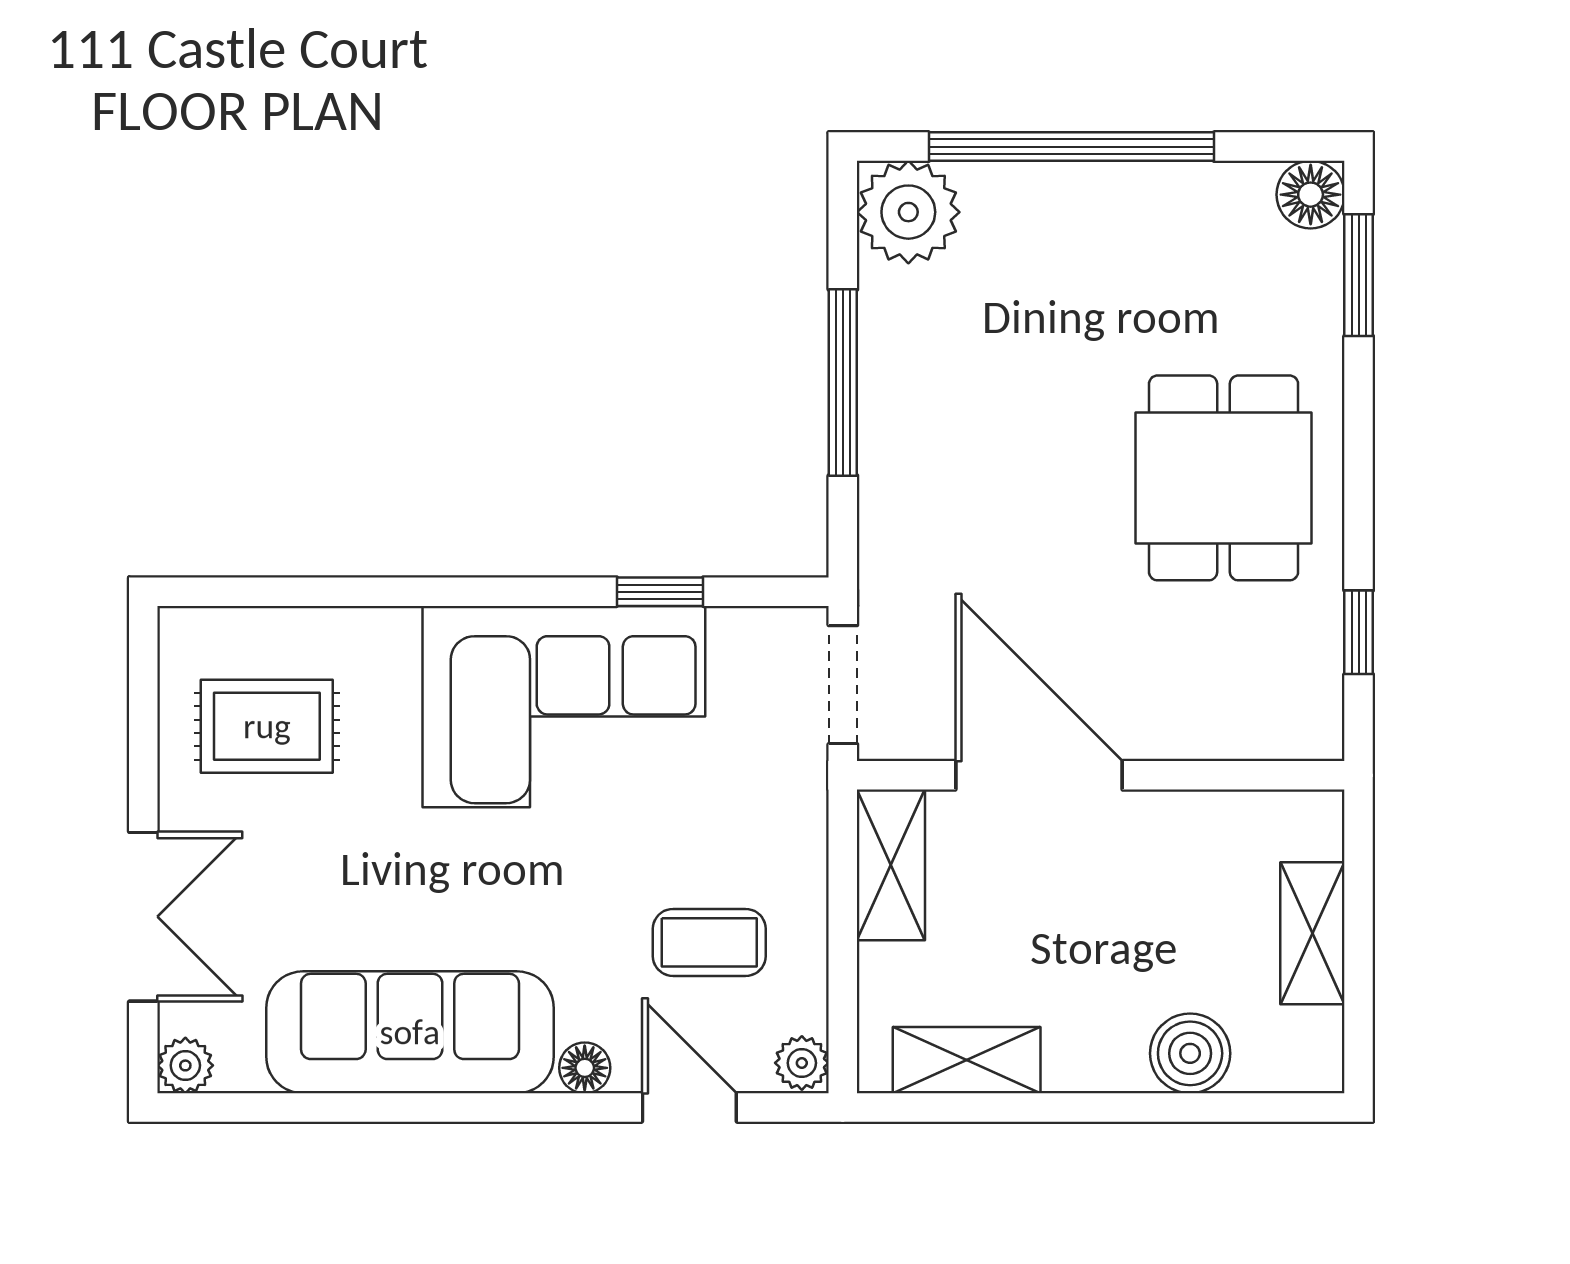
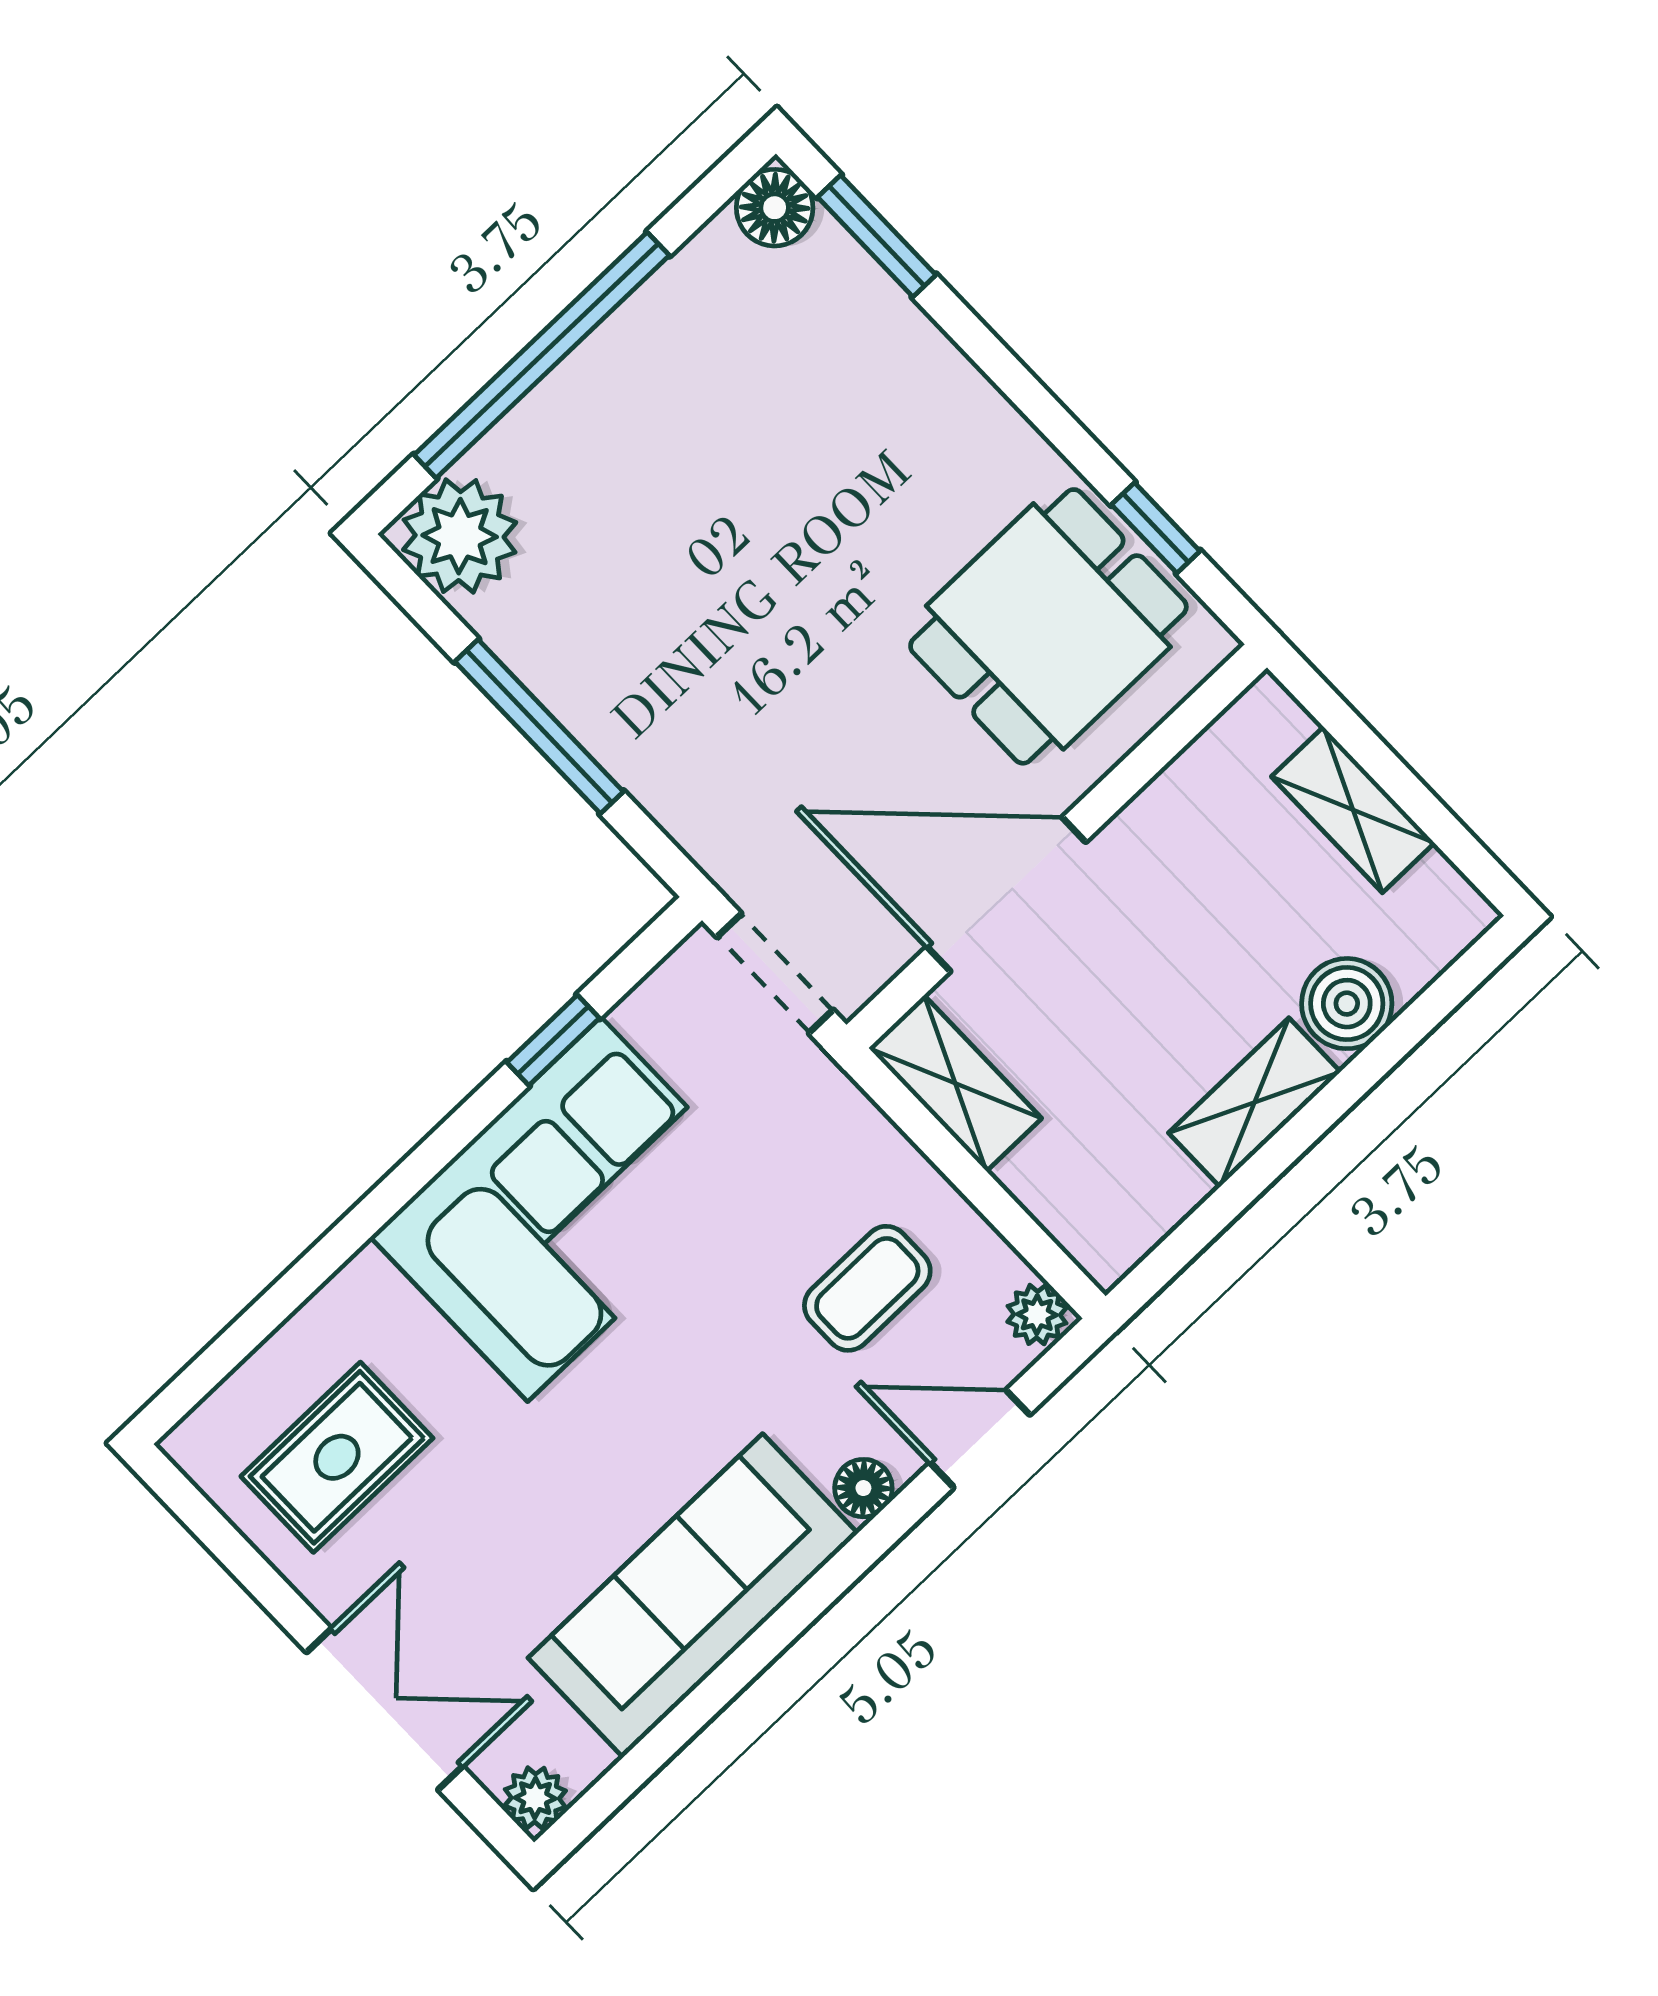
dining table: (1224, 478) -> (1048, 626), moved, turned 90
shelving: (967, 1060) -> (1254, 1102), moved

